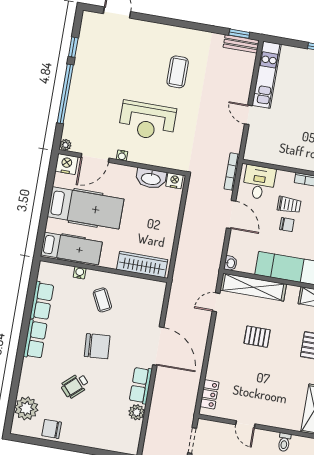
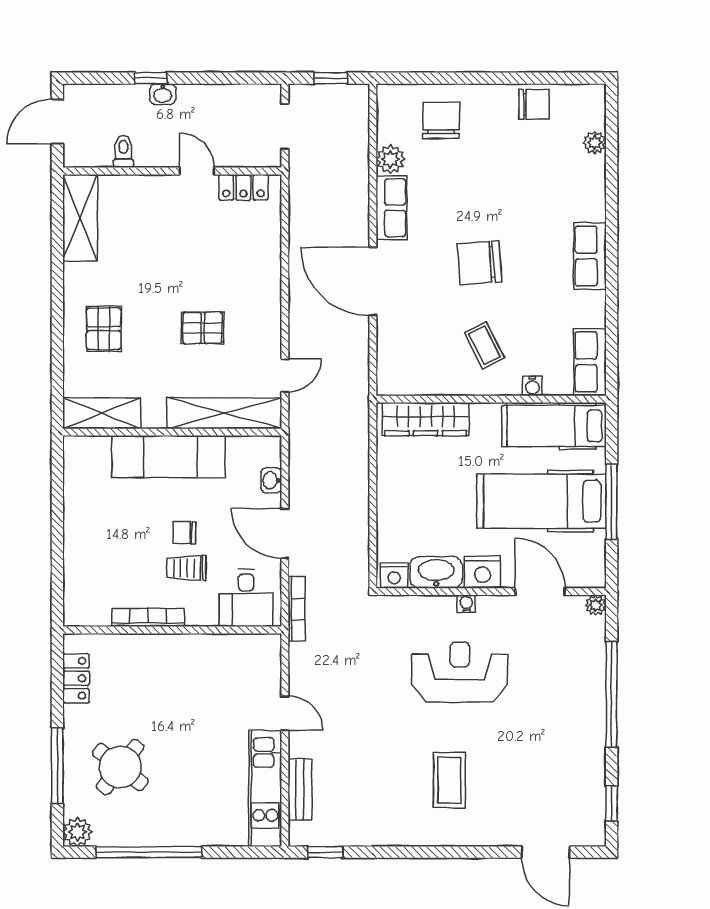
bench: (241, 44) -> (300, 790), moved, turned 90
window: (73, 47) -> (612, 804), moved
coffee table: (178, 72) -> (449, 780), moved
water cooler: (122, 155) -> (466, 604), moved
door: (95, 158) -> (540, 592), hinge flipped
nightstand: (67, 164) -> (482, 572), moved
window: (47, 201) -> (612, 502), added
washbasin: (231, 263) -> (271, 480), moved
row of seats: (42, 301) -> (590, 362), moved
wheelchair: (75, 386) -> (506, 187), removed
locker: (209, 394) -> (243, 187), moved, turned -90
plant: (26, 408) -> (595, 143), width x0.53, depth x0.53
chair: (105, 429) -> (441, 121), added

